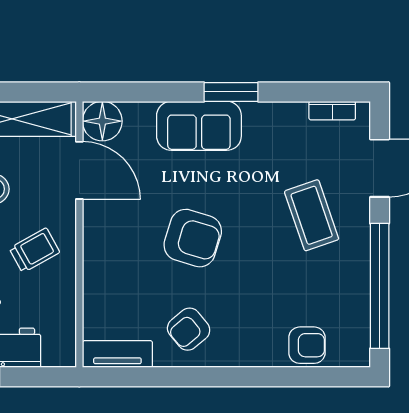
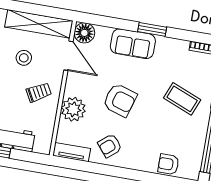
coffee table: (312, 215) -> (182, 99), turned -49
plant: (106, 271) -> (73, 109), added
armchair: (307, 345) -> (168, 164), turned 180

